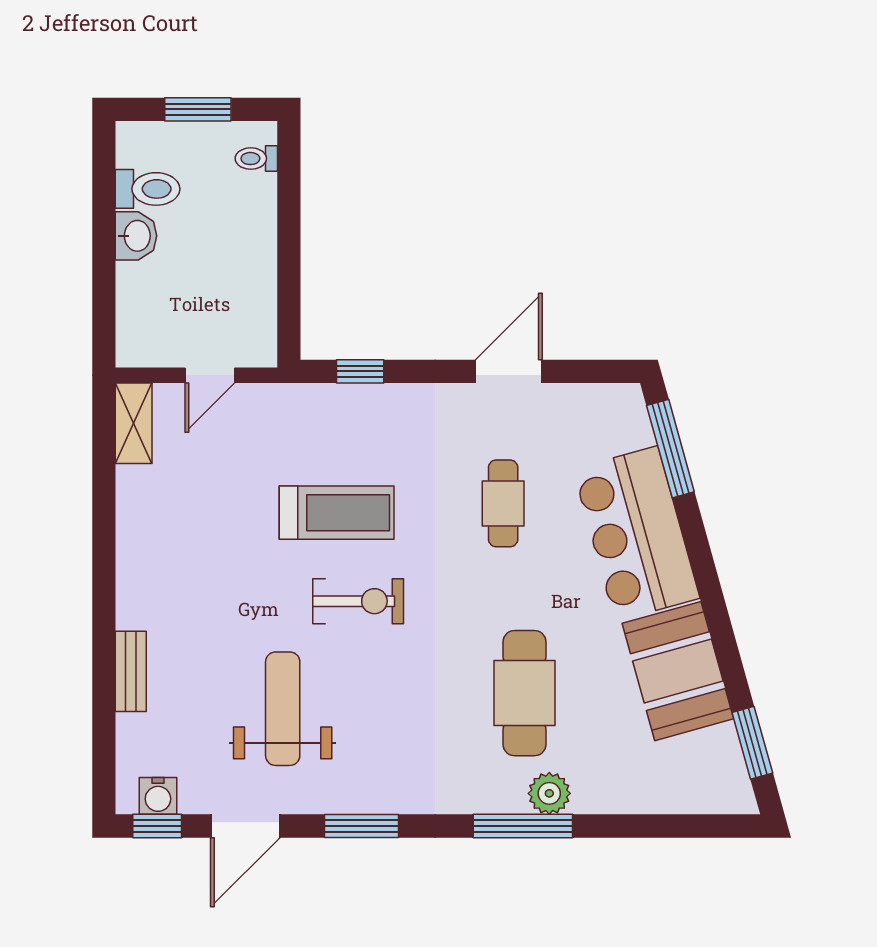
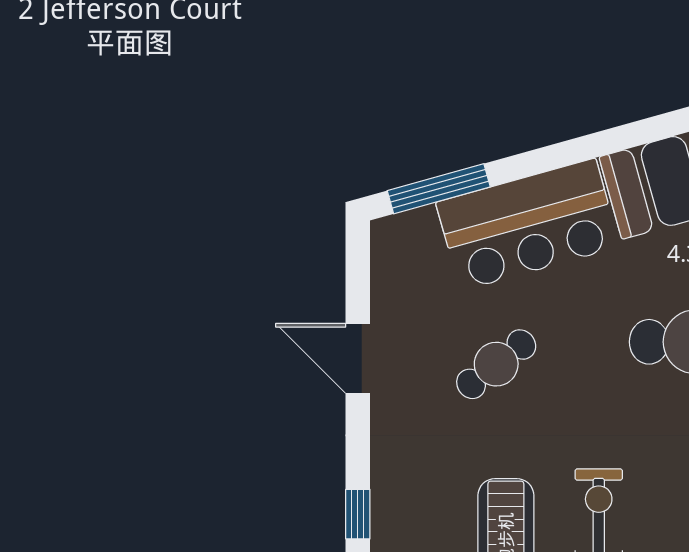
cafe table: (503, 503) -> (496, 364), turned -38

